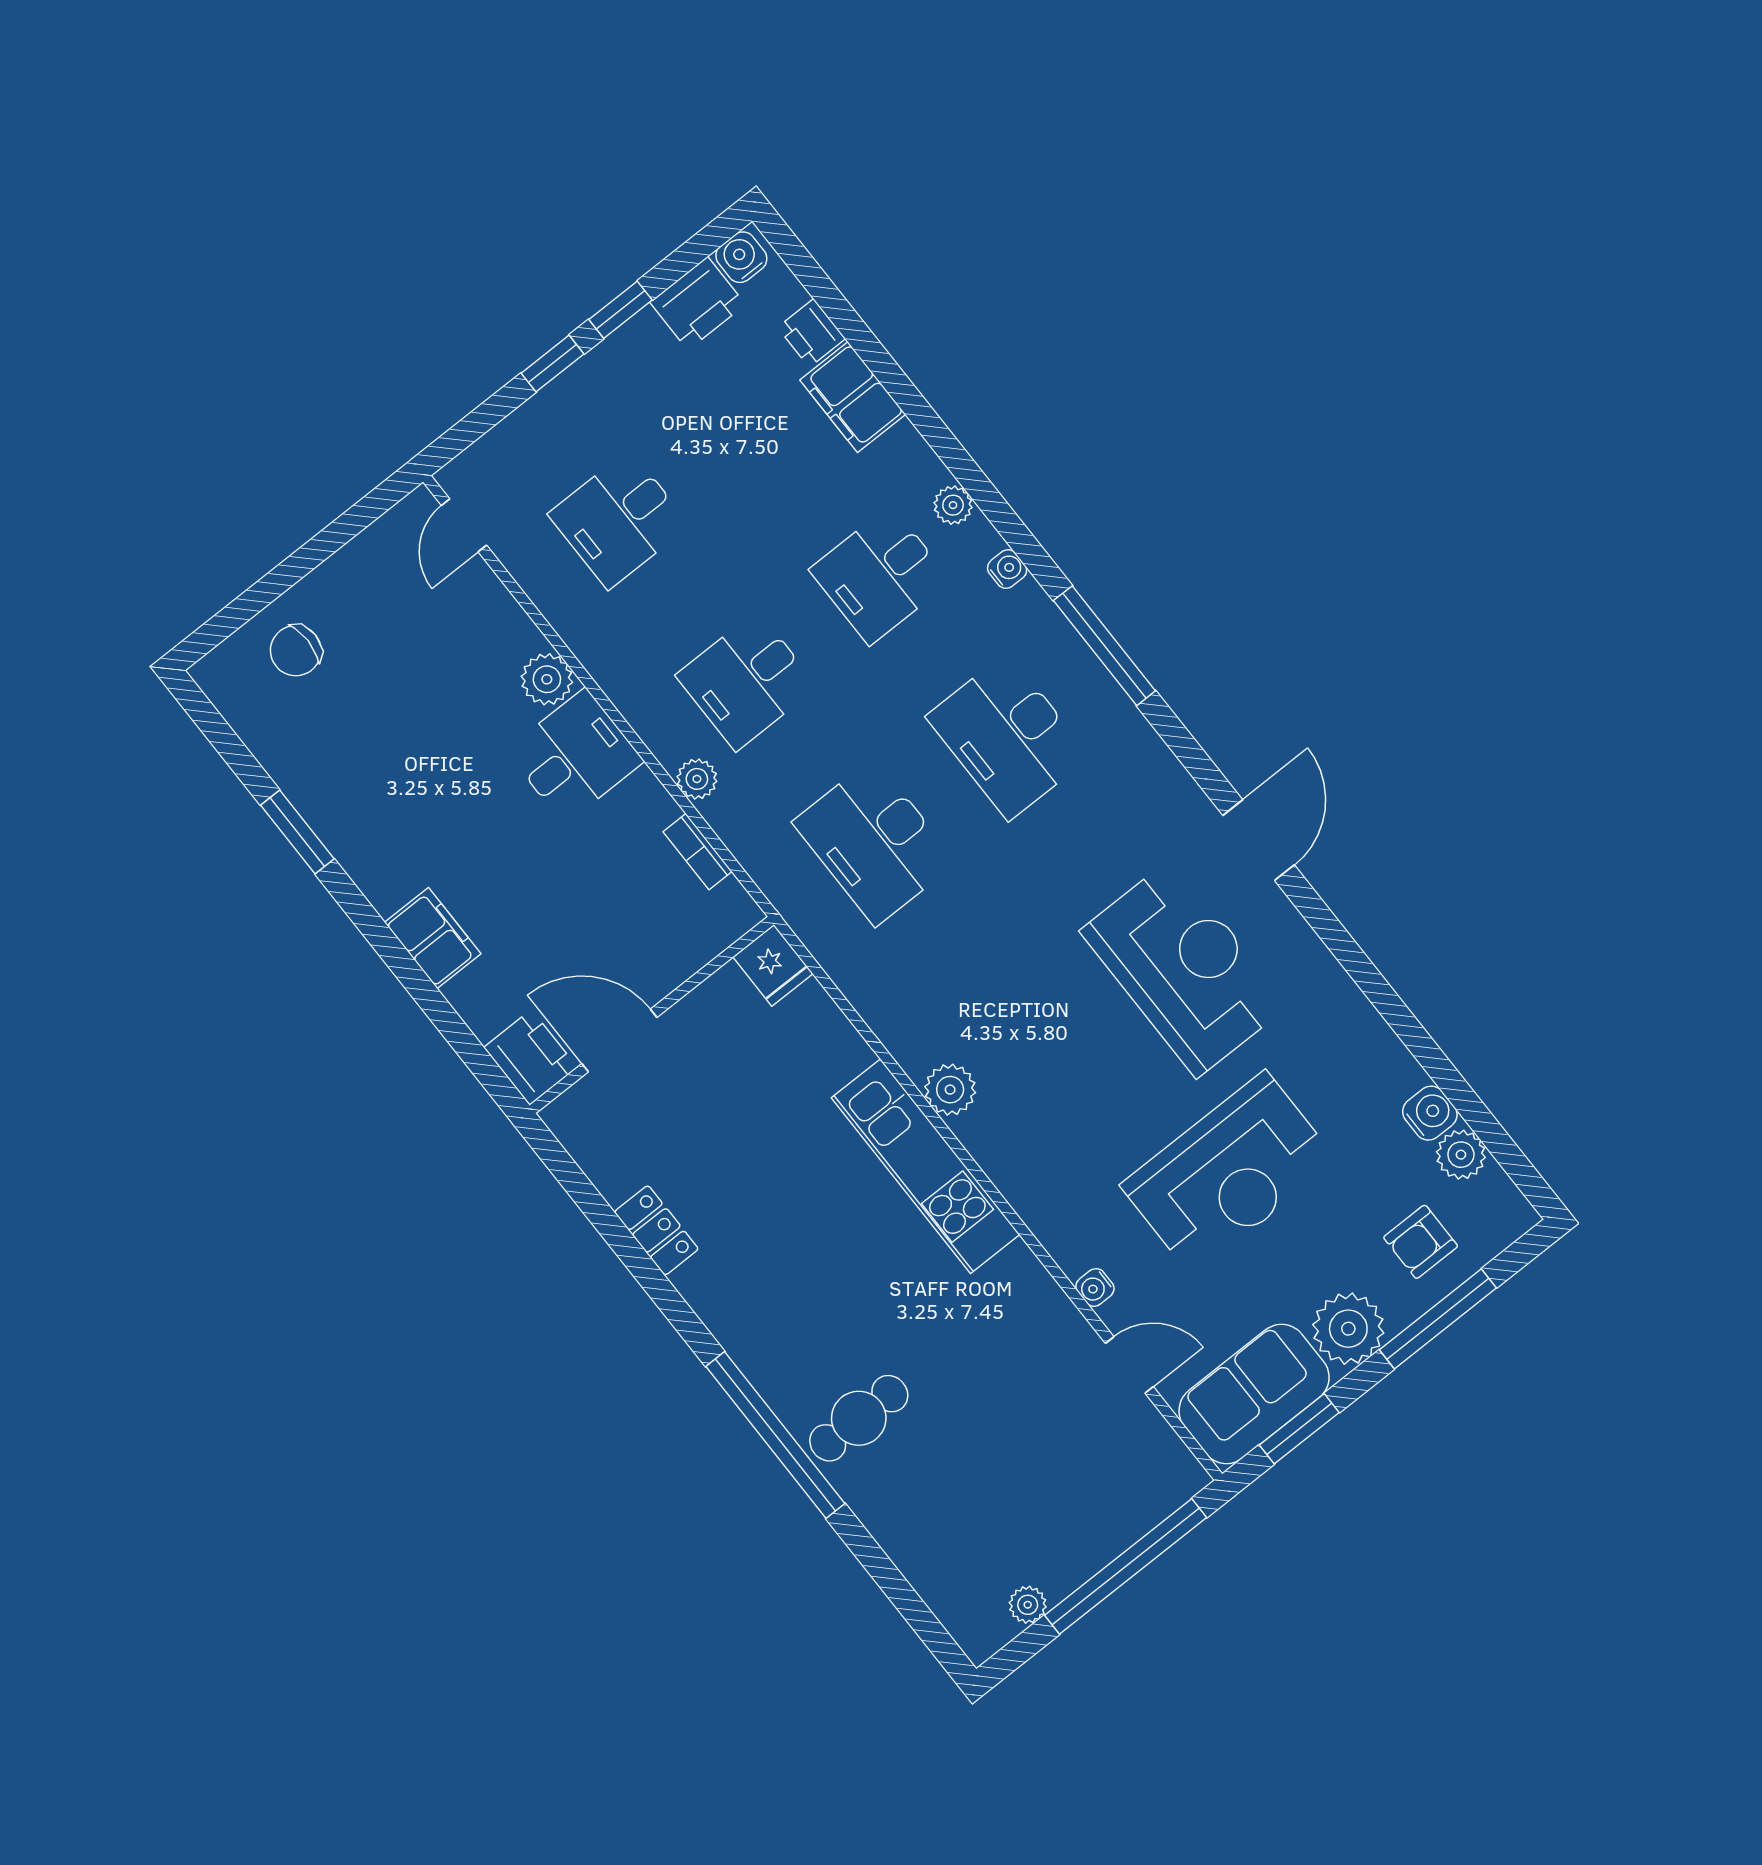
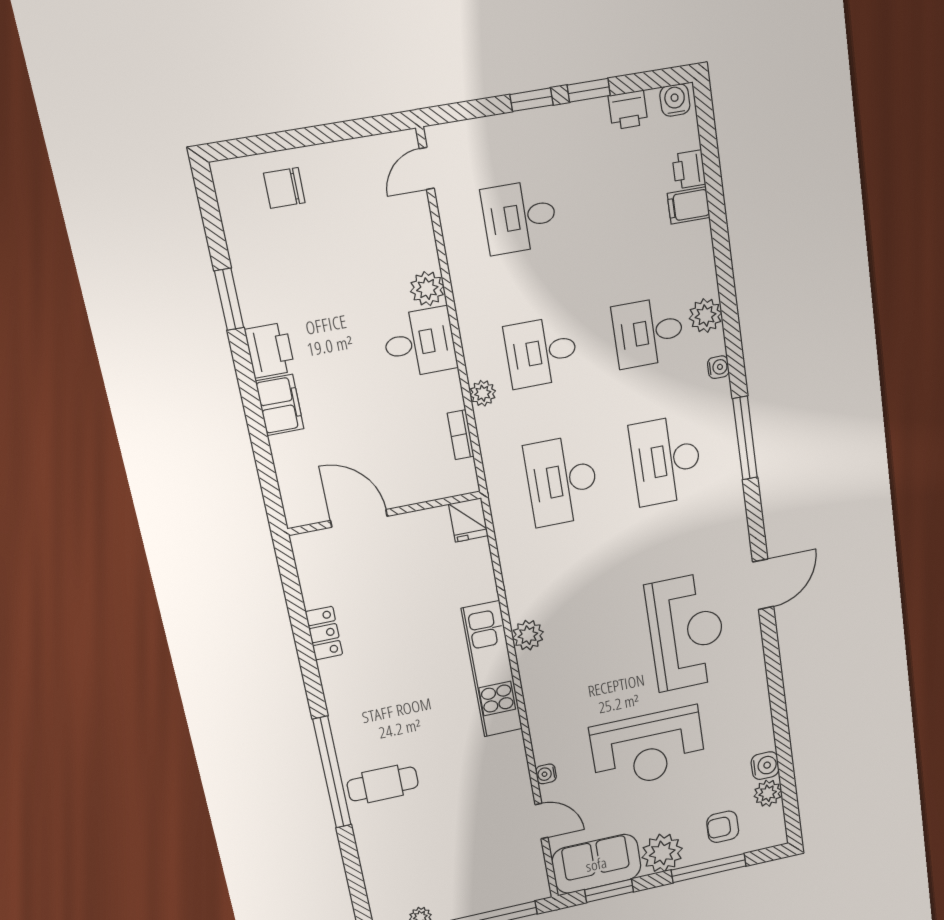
printer: (698, 303) -> (628, 110), width x0.73, depth x0.81
filing cabinet: (853, 397) -> (689, 205), width x0.50
plant: (953, 505) -> (705, 316), width x1.38, depth x1.38
printer: (531, 1057) -> (270, 350), moved

